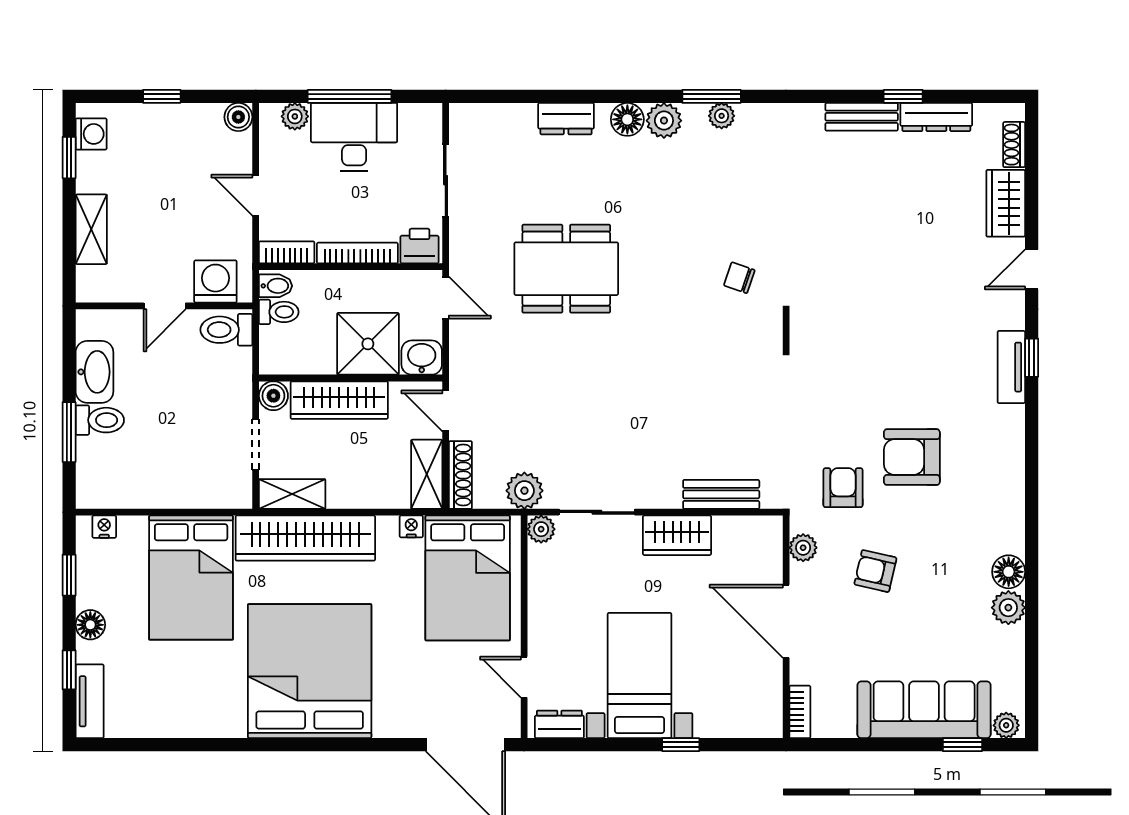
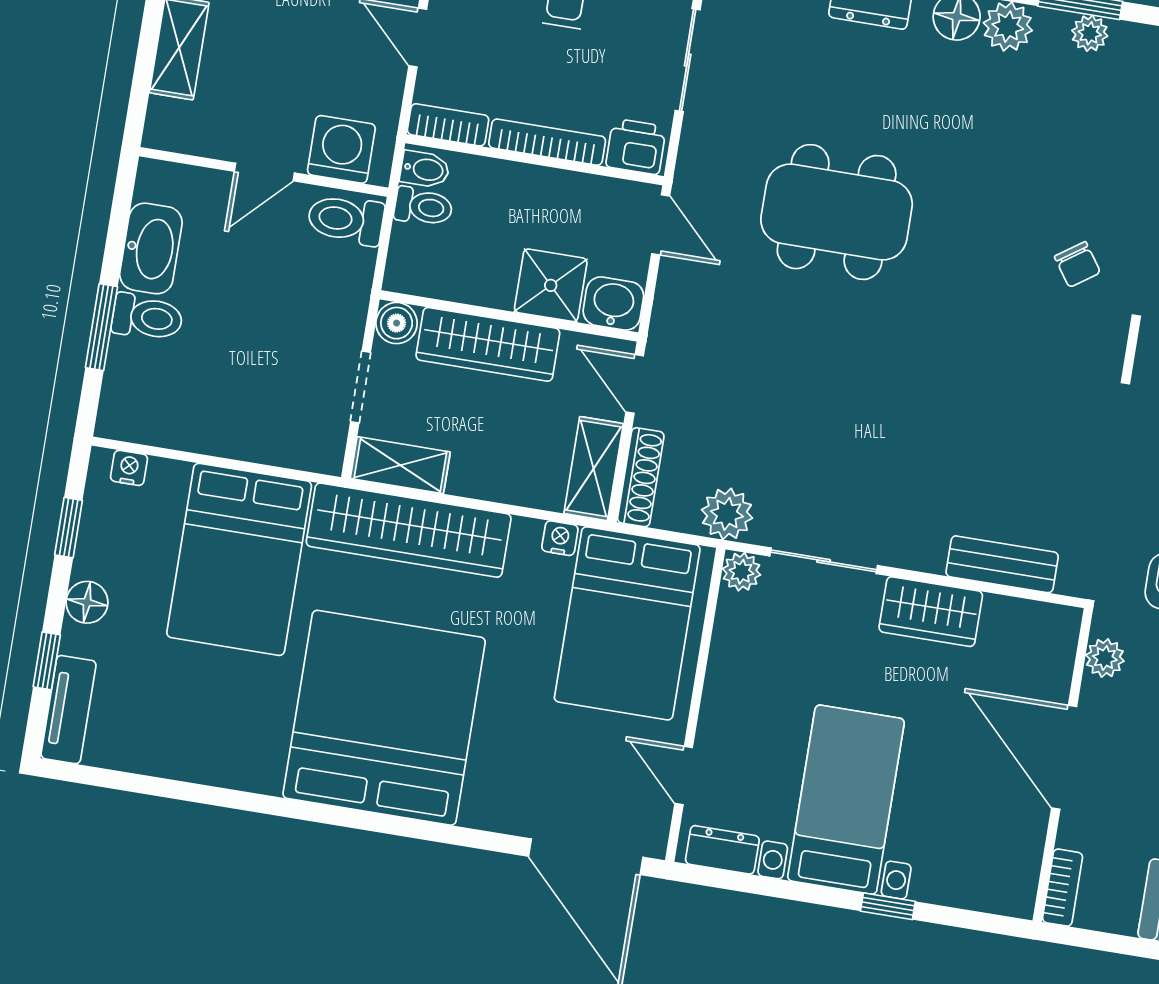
chair: (739, 278) -> (1077, 264), turned -144
shower: (368, 344) -> (551, 285), width x0.73, depth x0.73

